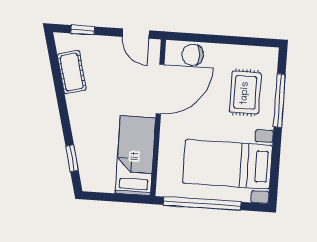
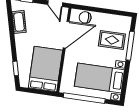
rug: (245, 93) -> (112, 40), turned 90
bed: (136, 156) -> (45, 69), width x1.50

